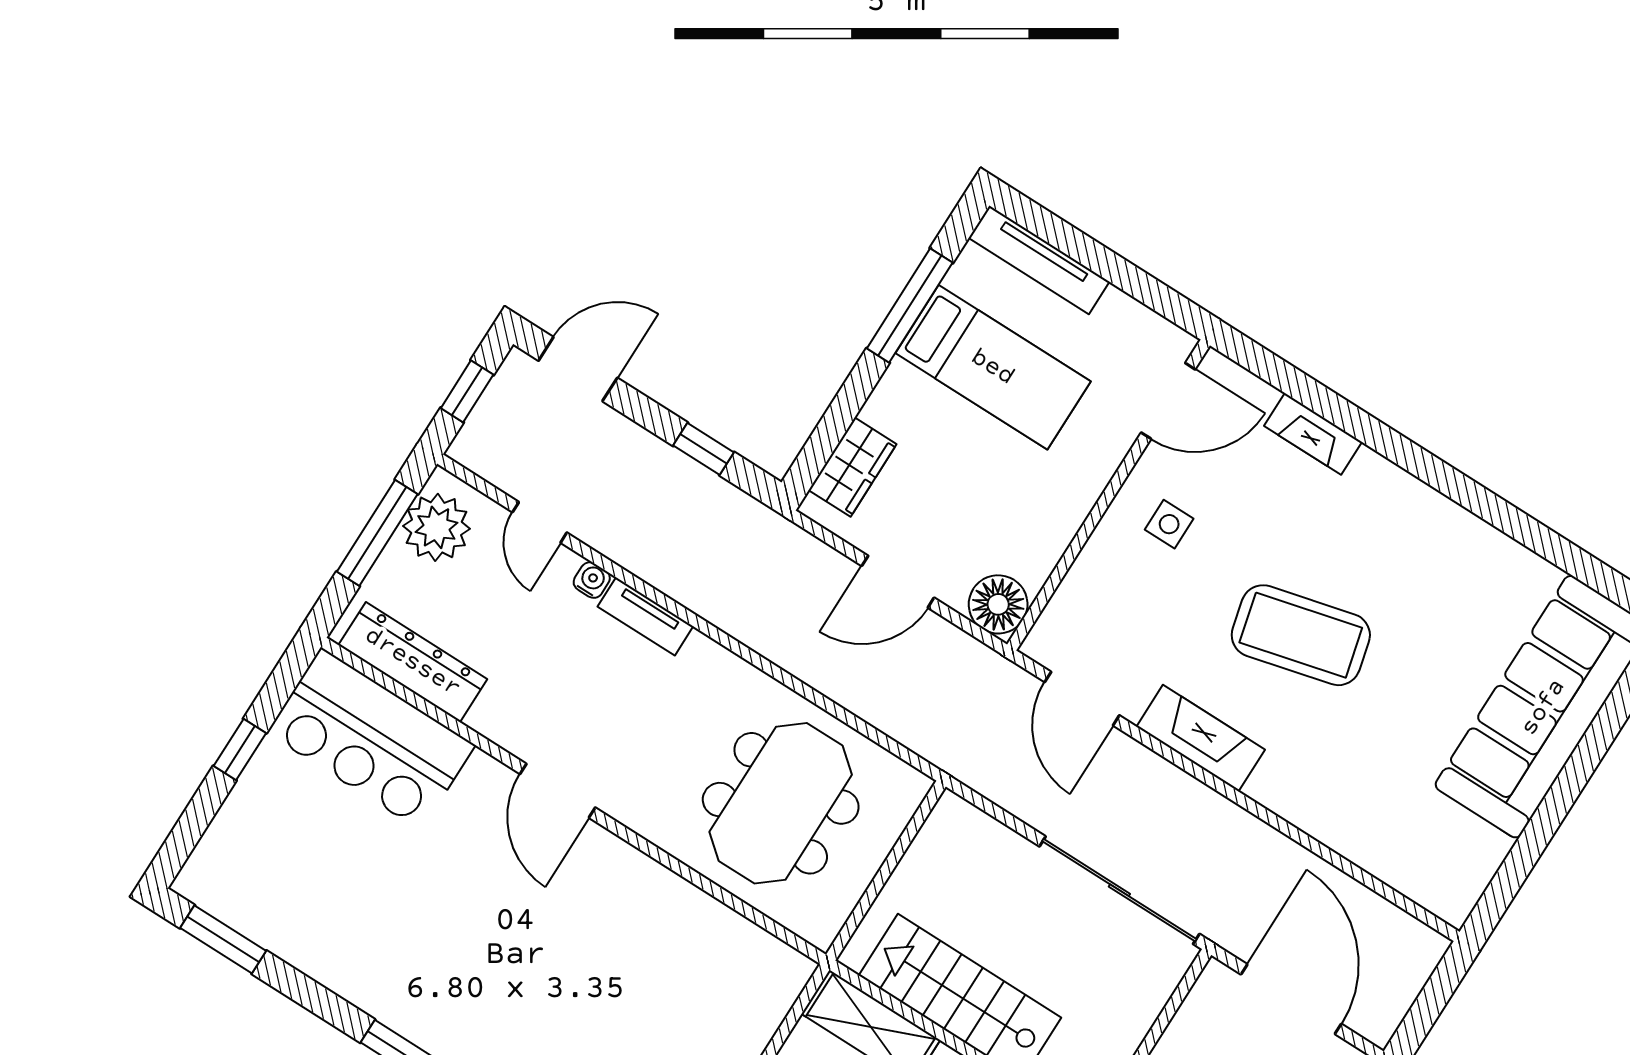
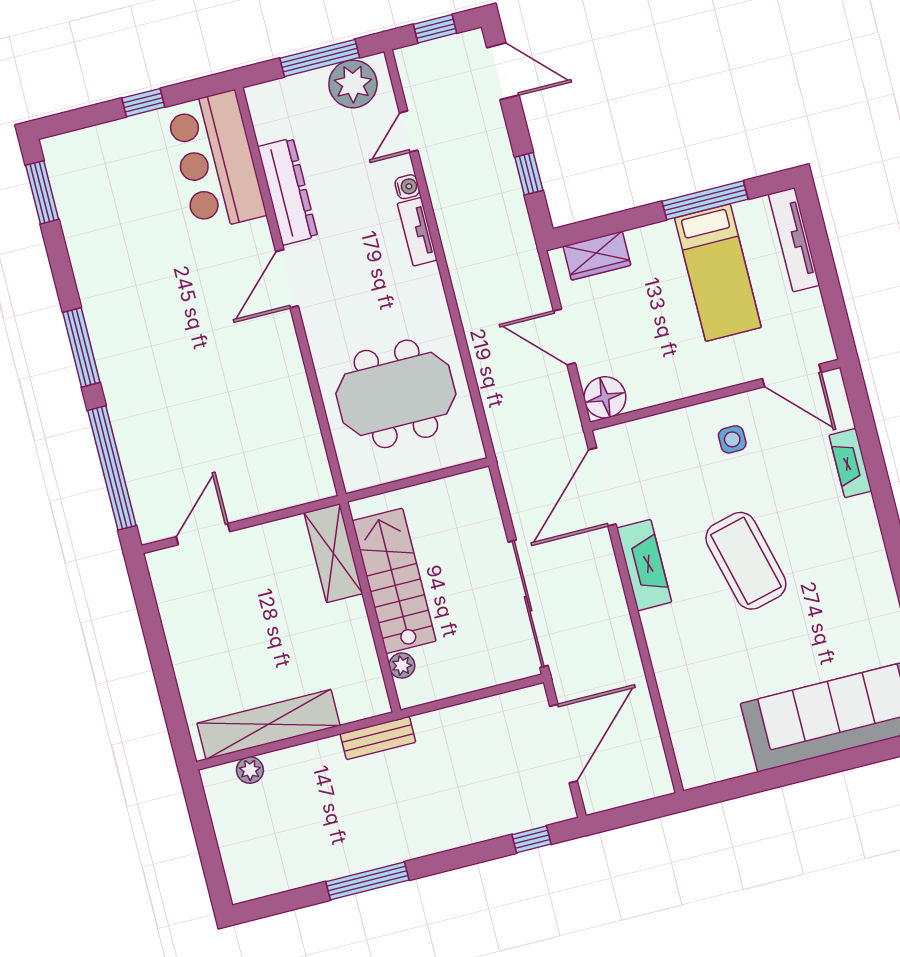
dresser: (413, 662) -> (288, 192), moved
door: (1082, 699) -> (602, 487), width x1.36

